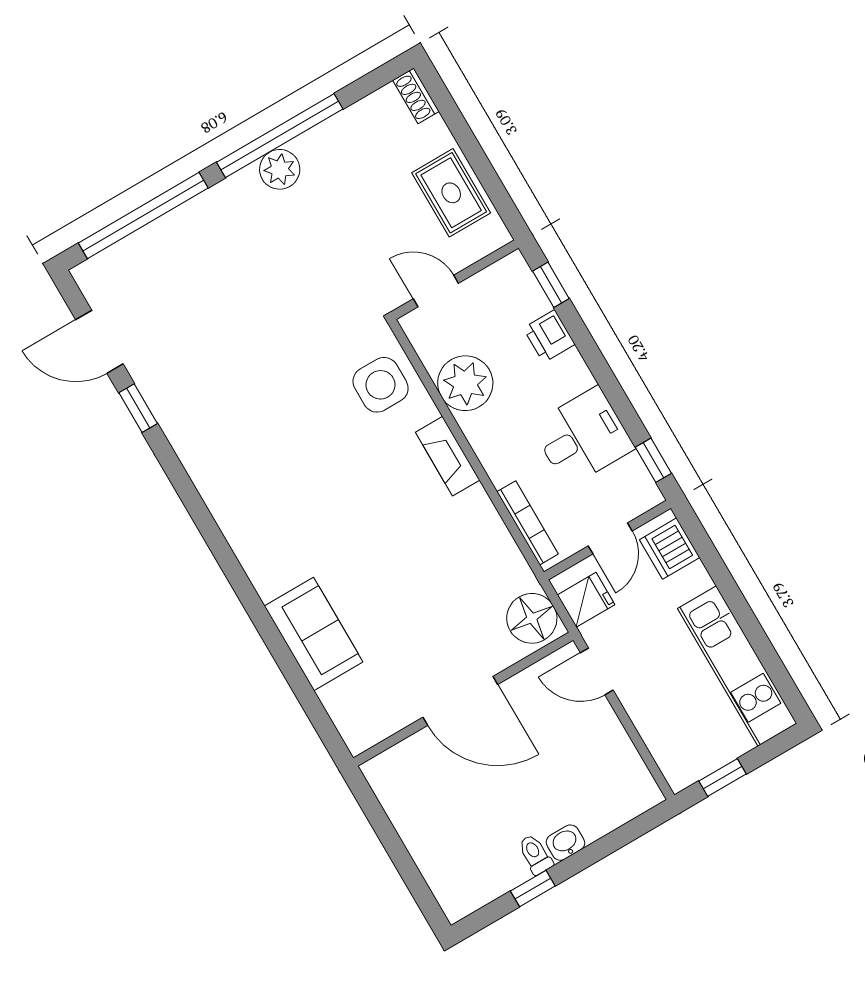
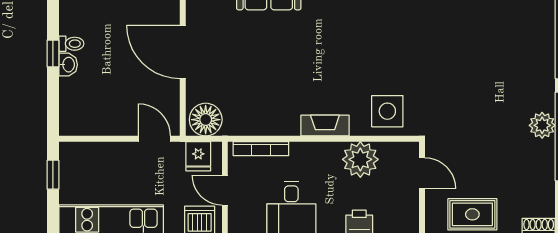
door: (436, 291) -> (422, 173), hinge flipped
door: (597, 671) -> (154, 139), hinge flipped
door: (460, 701) -> (183, 52), hinge flipped
window: (533, 888) -> (53, 54), moved

